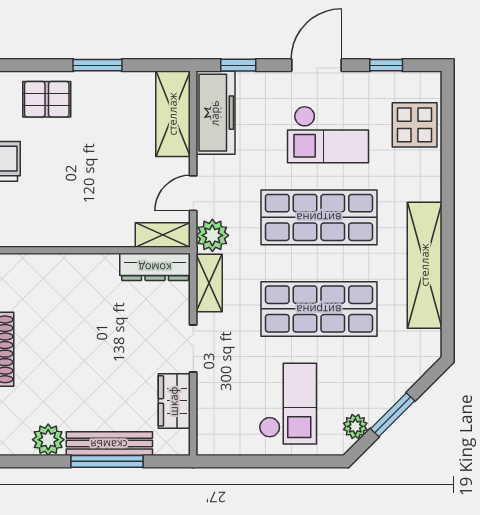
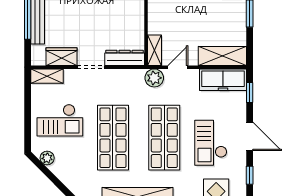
door: (193, 193) -> (178, 67), hinge flipped
dresser: (155, 267) -> (125, 58), moved, turned 90
shelving: (209, 283) -> (47, 76), moved
window: (393, 415) -> (54, 179), removed

